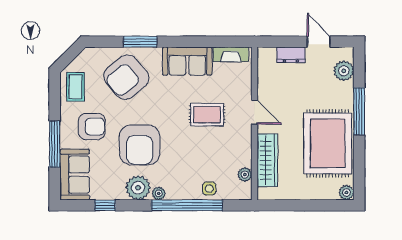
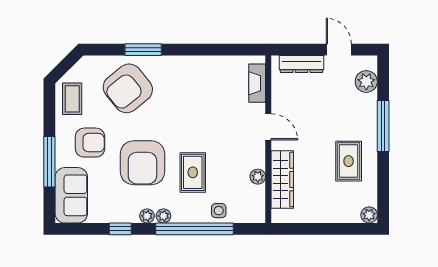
fireplace: (231, 54) -> (257, 83), moved, turned 90
dresser: (291, 55) -> (301, 64), width x1.44
sofa: (187, 61) -> (195, 71), removed
rug: (207, 115) -> (193, 172), moved, turned 90
rug: (328, 143) -> (349, 161), width x0.54, depth x0.49
plant: (245, 175) -> (258, 177), moved
plant: (138, 188) -> (147, 216), width x0.53, depth x0.53
window: (105, 205) -> (120, 229), moved

